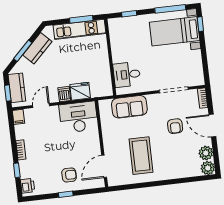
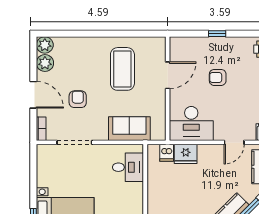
dishwasher: (64, 94) -> (167, 153), moved
door: (104, 166) -> (168, 75), moved
armchair: (69, 175) -> (218, 77), moved

